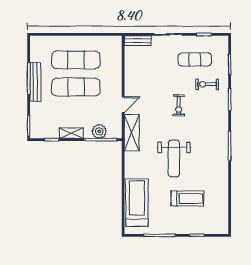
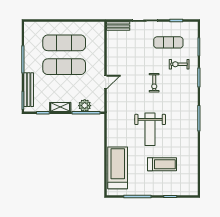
bench: (35, 82) -> (29, 90), moved
shelving: (132, 133) -> (113, 107), removed

